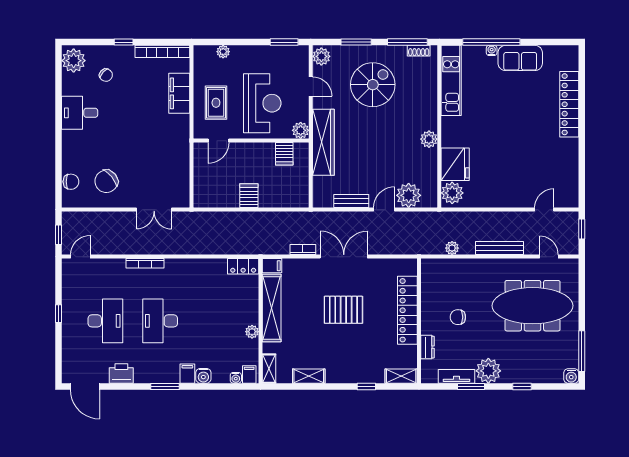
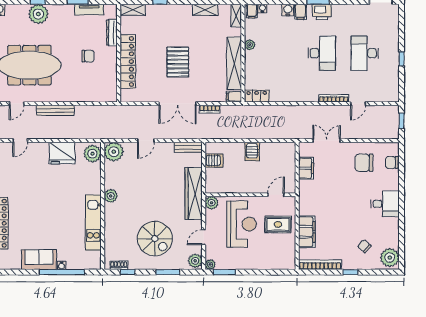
window: (407, 42) -> (128, 272), width x0.46
plant: (223, 52) -> (210, 265), moved
kitchen unit: (451, 80) -> (93, 223), moved
spiral stairs: (373, 85) -> (155, 239), turned -90
door: (311, 86) -> (204, 237), hinge flipped
rug: (216, 103) -> (278, 224), turned 90
reception desk: (262, 103) -> (242, 224), turned 180
desk: (80, 113) -> (385, 204), moved
server rack: (284, 154) -> (214, 161), moved, turned 90
fridge: (455, 164) -> (62, 153), moved, turned -90
filing cabinet: (180, 174) -> (306, 168), added
chair: (106, 181) -> (364, 163), turned -141
plant: (409, 195) -> (114, 152), moved
bench: (351, 201) -> (188, 147), moved
plant: (452, 248) -> (93, 110), removed
door: (80, 257) -> (358, 104), moved
door: (549, 257) -> (17, 104), hinge flipped
pallet: (343, 310) -> (178, 62), turned 90
dresser: (427, 347) -> (112, 33), width x1.44
plant: (488, 371) -> (38, 14), moved
printer: (121, 373) -> (322, 12), moved

